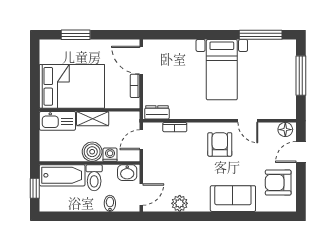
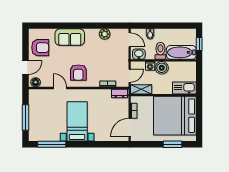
door: (141, 60) -> (130, 128), swing flipped
bed: (72, 86) -> (175, 116), width x1.36
shelving: (93, 119) -> (141, 89), moved
door: (141, 194) -> (130, 40), swing flipped

